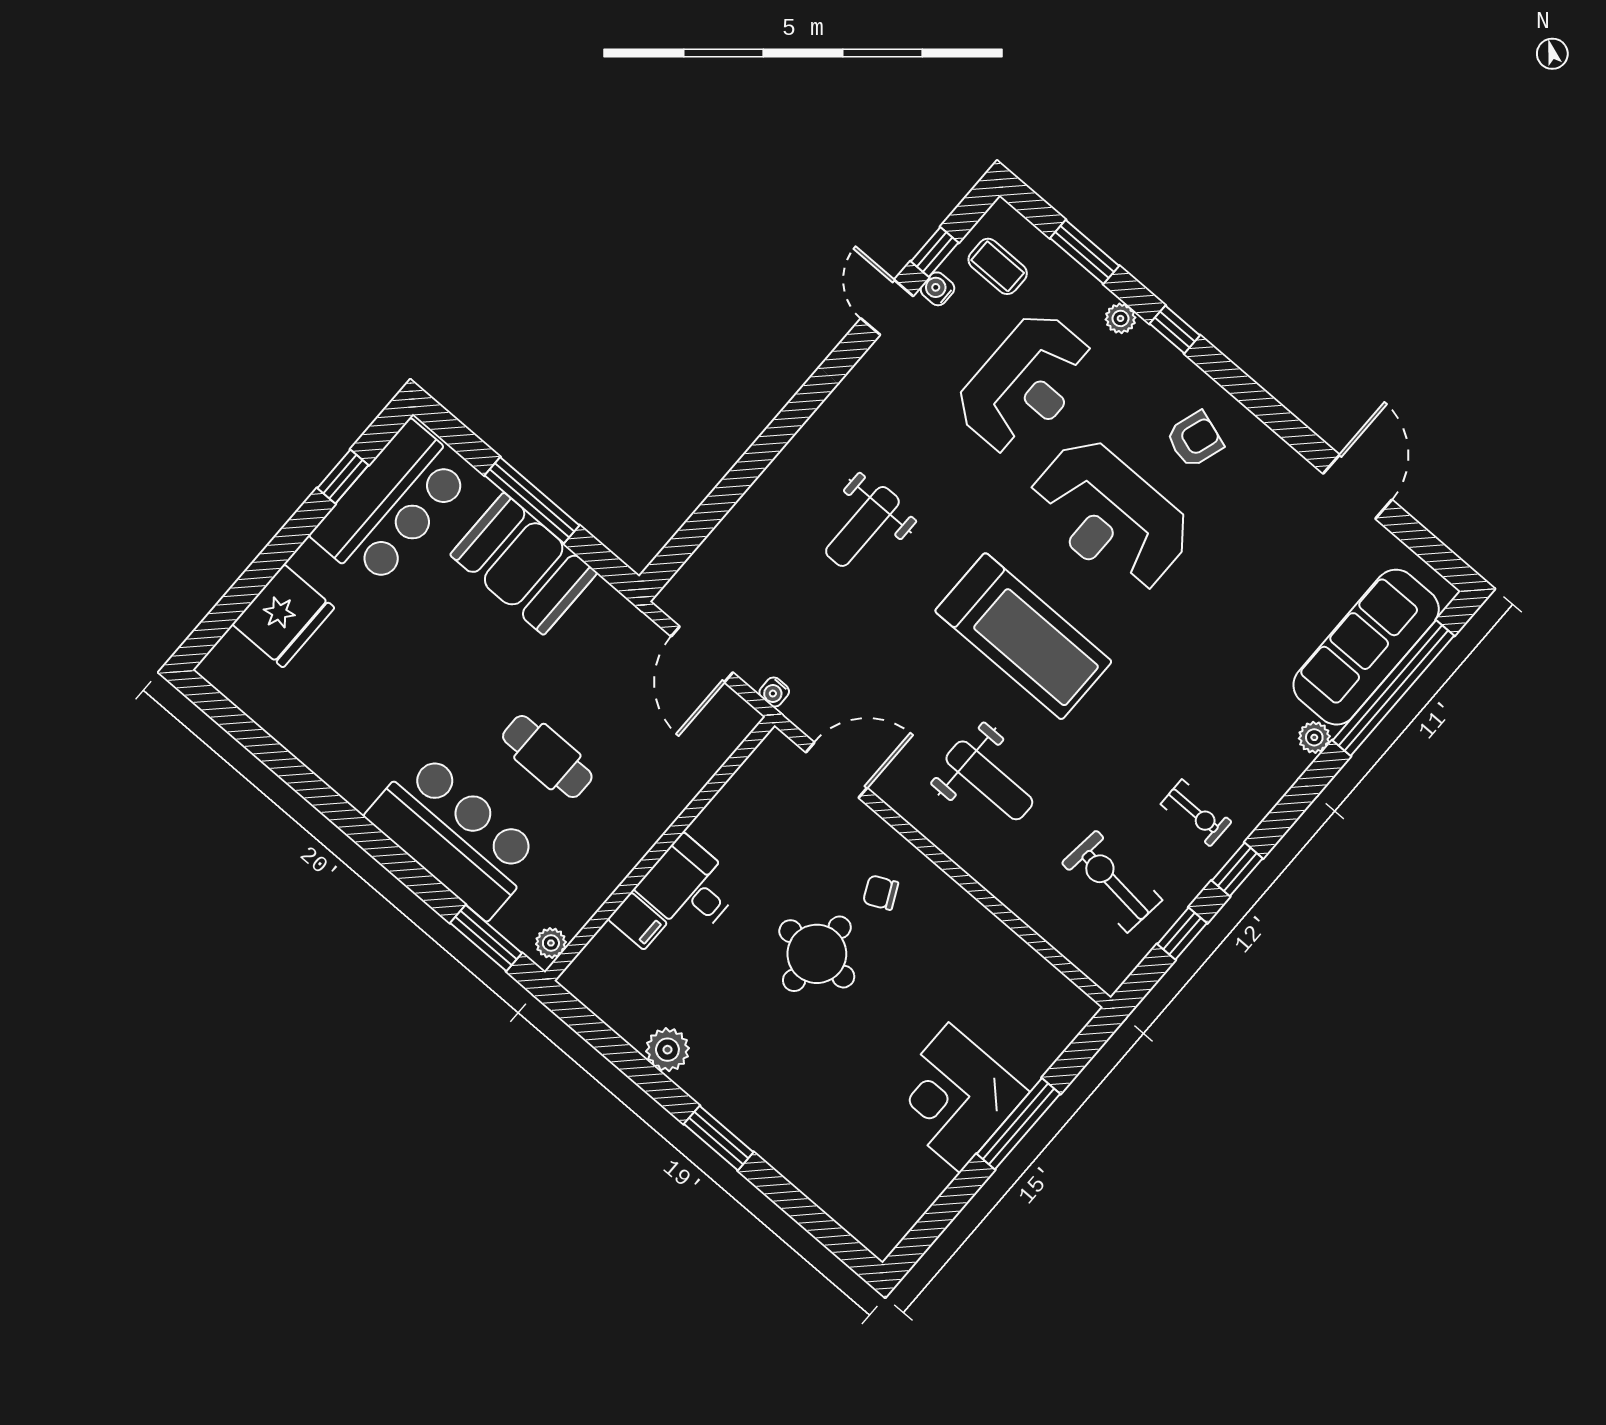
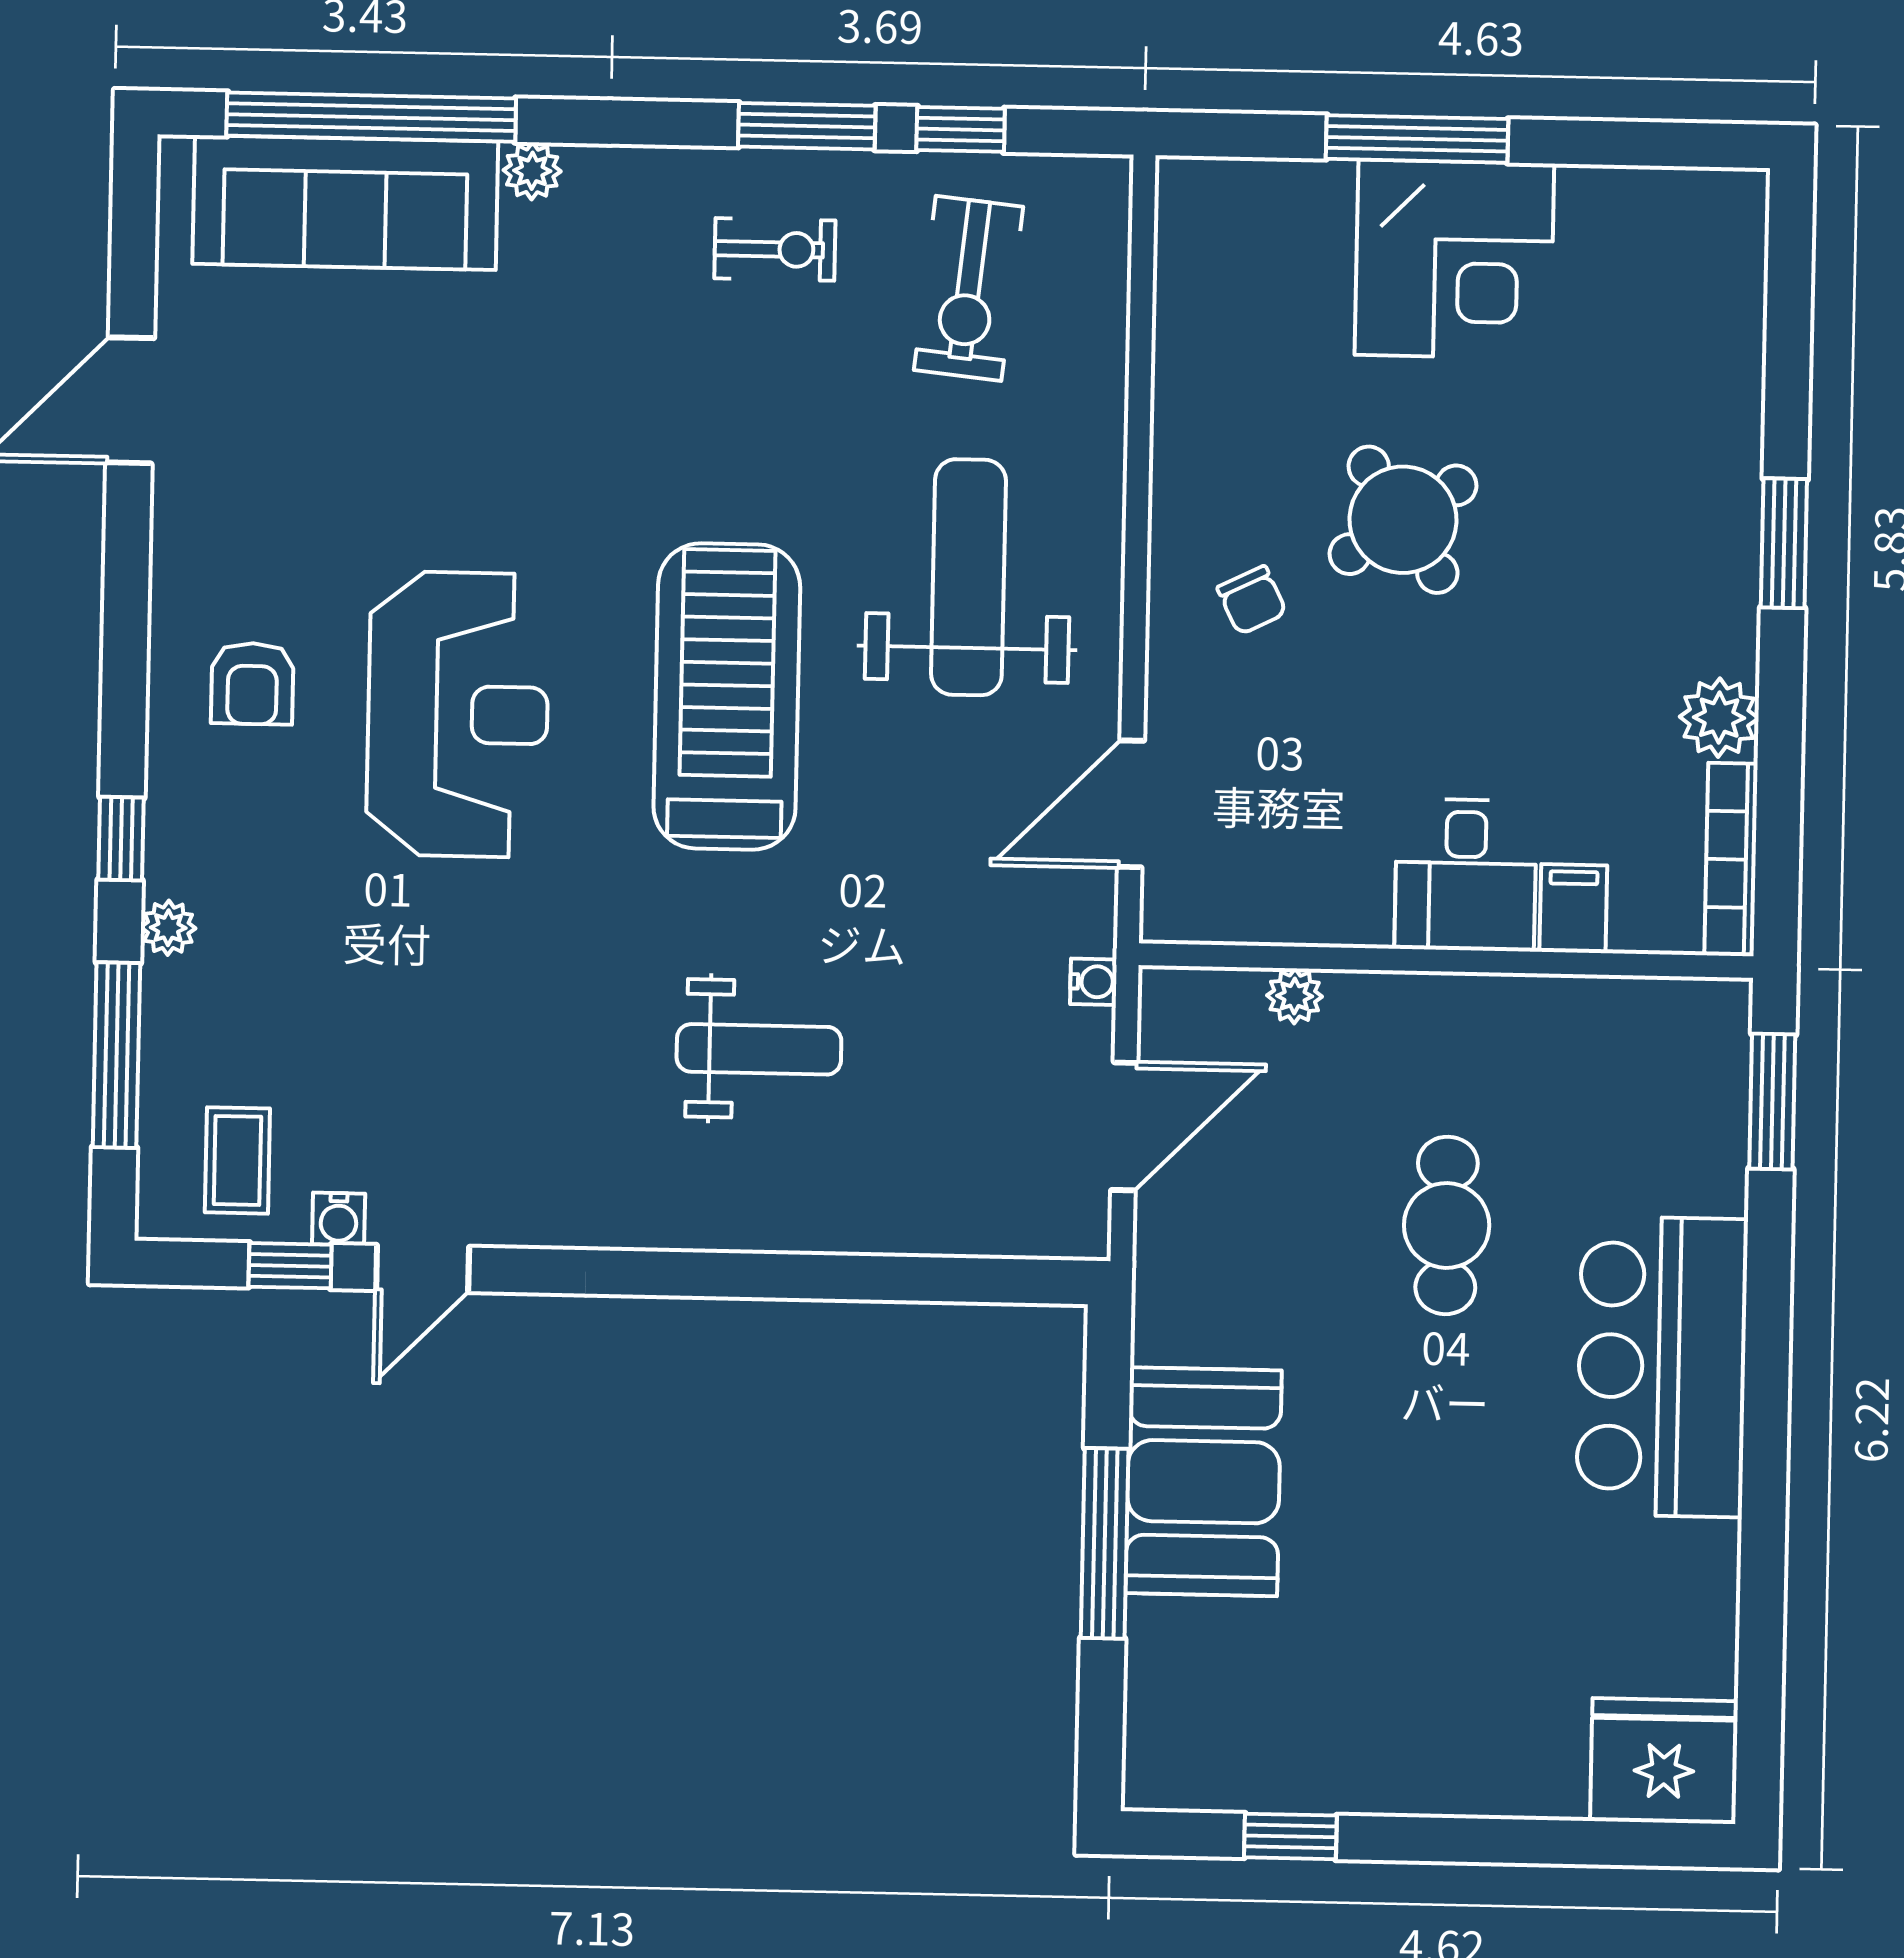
window: (1085, 252) -> (116, 1055), width x1.44
reception desk: (1025, 384) -> (370, 986), removed
armchair: (1195, 439) -> (252, 684), turned -108
bar counter: (392, 504) -> (1272, 1735), removed
fridge: (283, 616) -> (1664, 1761), moved
door: (836, 770) -> (1131, 804), hinge flipped
weight bench: (989, 780) -> (968, 577), width x1.36, depth x1.33
exercise bike: (1196, 813) -> (775, 249), turned 90
bar counter: (454, 835) -> (1662, 1367), moved
window: (1237, 869) -> (807, 126), width x1.50
plant: (551, 943) -> (1295, 996), moved
round table: (817, 954) -> (1403, 520), moved, turned -34
bookcase: (603, 1005) -> (1731, 859), added

